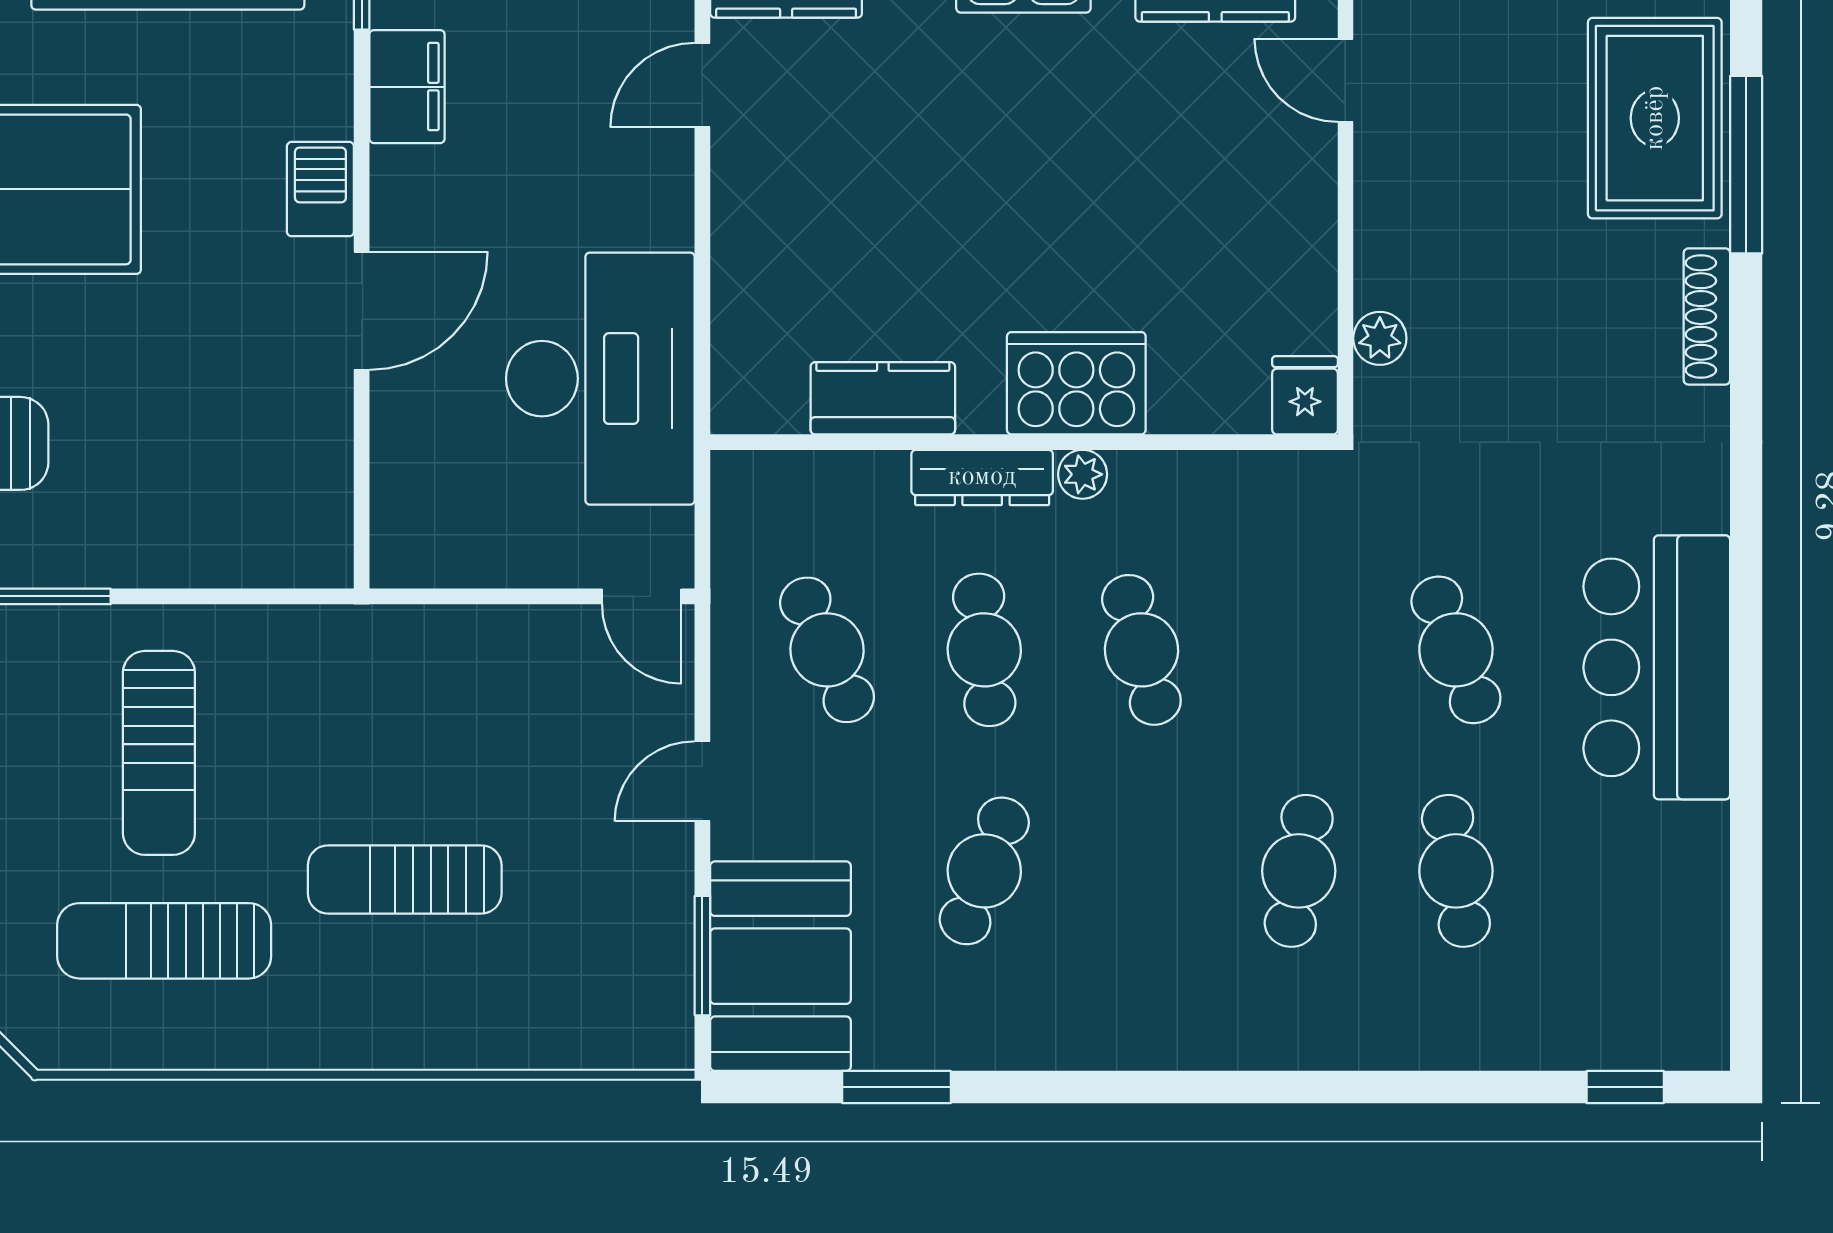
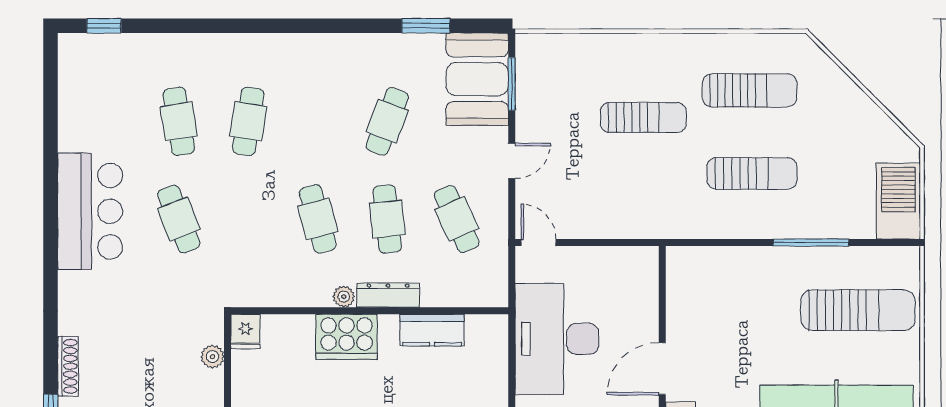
sun lounger: (159, 753) -> (752, 173), turned 90

